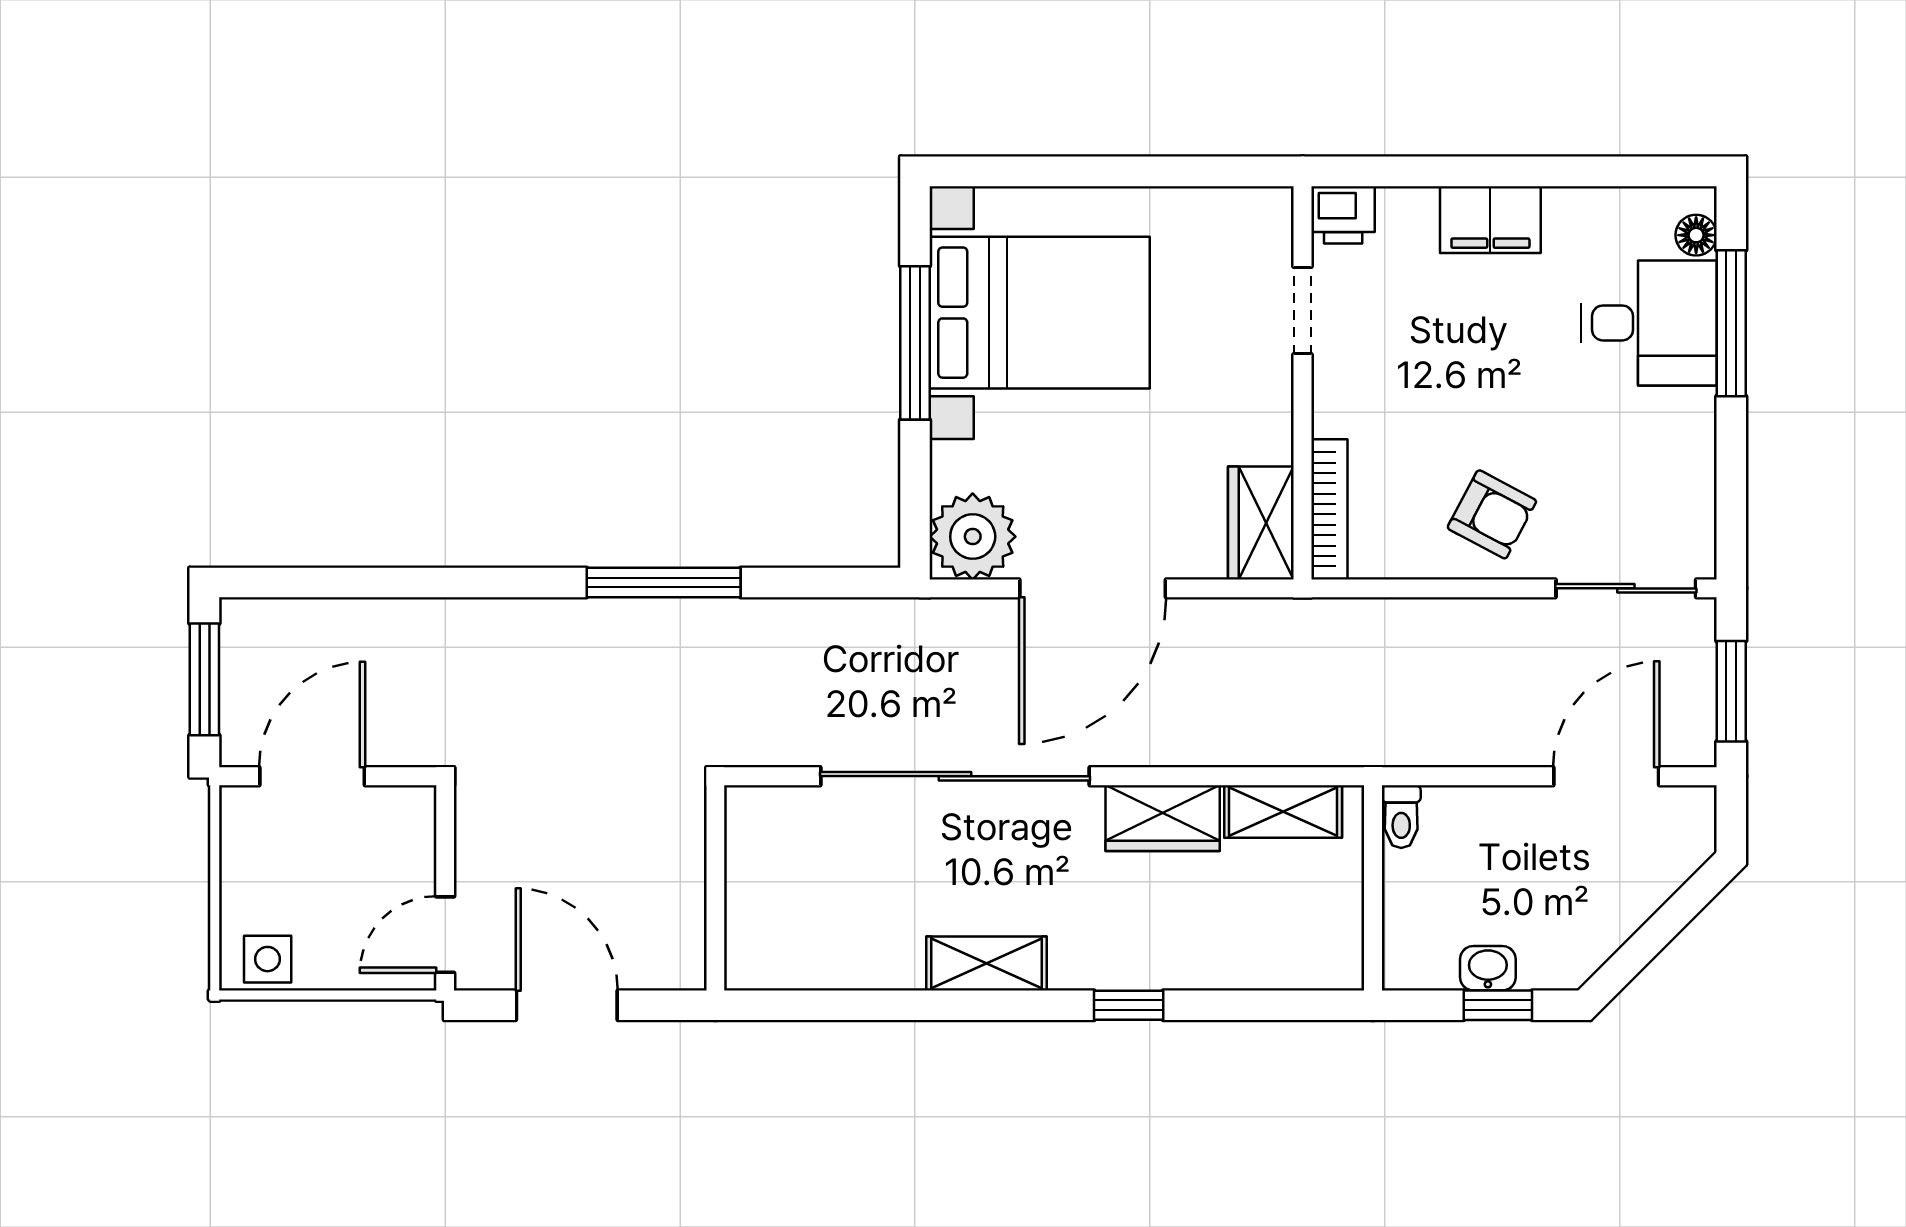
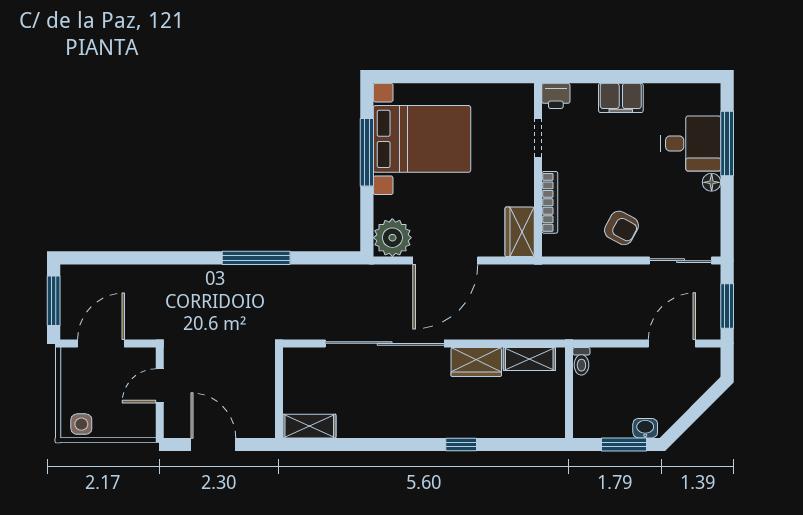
floor lamp: (1696, 235) -> (712, 182), moved
bookcase: (1329, 509) -> (550, 202), moved
door: (445, 935) -> (160, 386), moved
shelving: (987, 964) -> (309, 426), moved
washbasin: (1488, 968) -> (645, 428), moved
window: (1498, 1005) -> (624, 444), width x1.50

